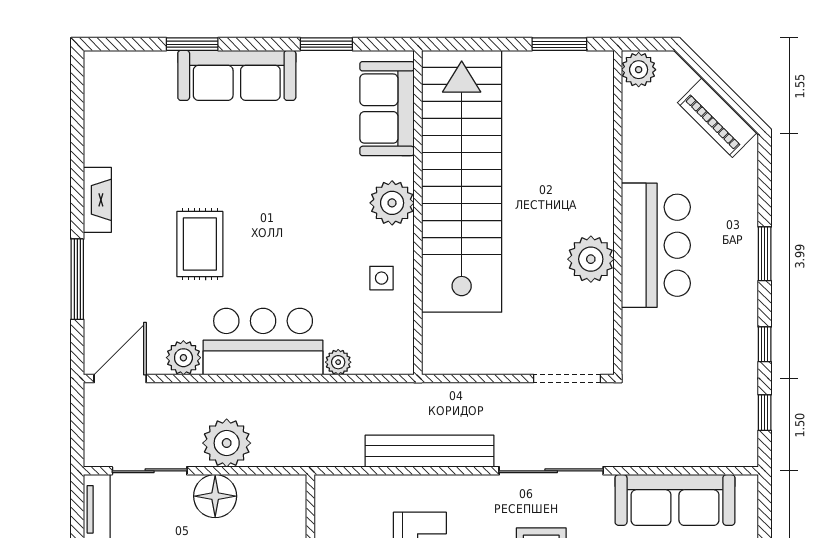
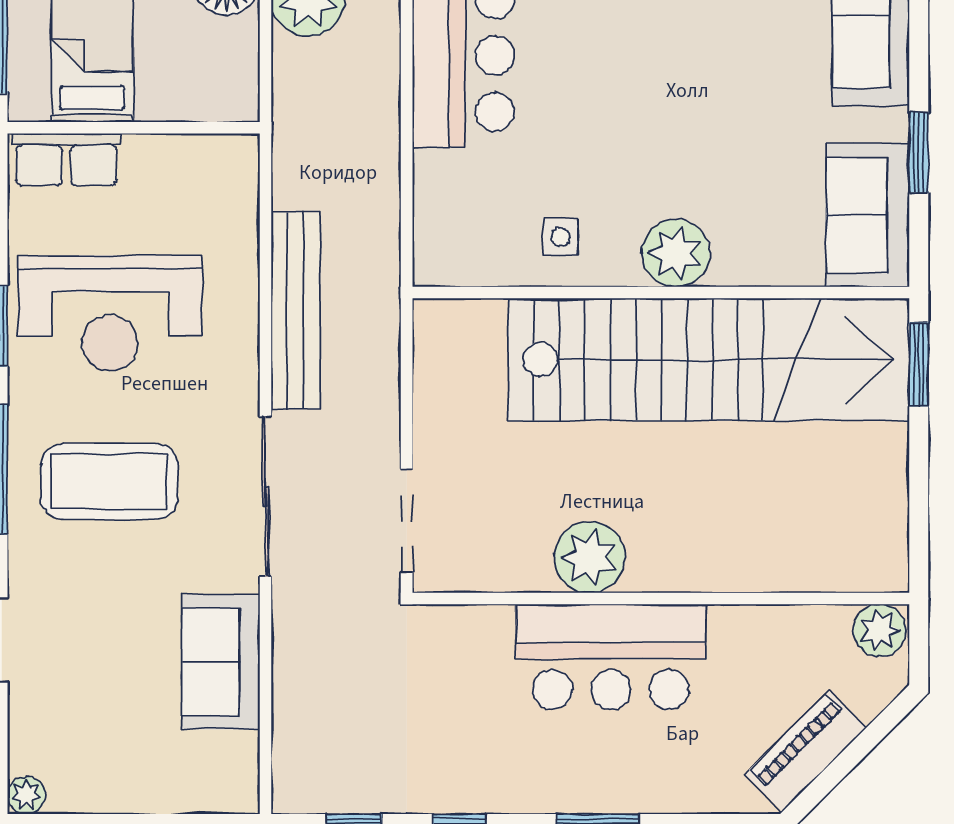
window: (559, 44) -> (919, 364), moved
sofa: (387, 109) -> (868, 215), moved, turned -90
plant: (338, 362) -> (432, 170), removed
sofa: (675, 500) -> (221, 662), width x0.73

